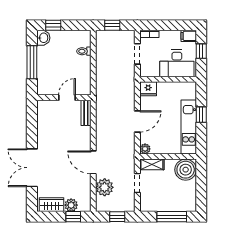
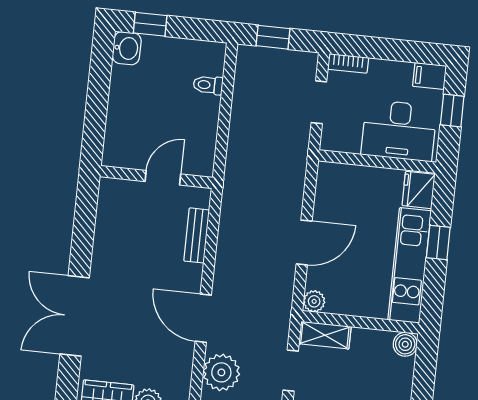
window: (32, 62) -> (98, 96), removed
fridge: (148, 89) -> (419, 190), moved, turned 90
bench: (86, 113) -> (197, 235), moved
boiler: (186, 170) -> (405, 344), width x0.54, depth x0.54

